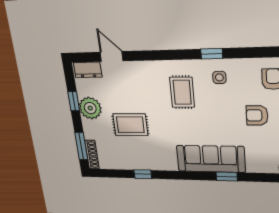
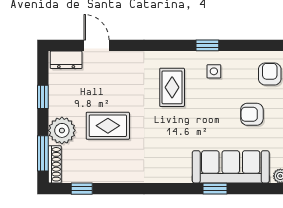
plant: (90, 108) -> (62, 130), moved
sofa: (211, 159) -> (231, 167), moved
window: (143, 174) -> (82, 189), moved

